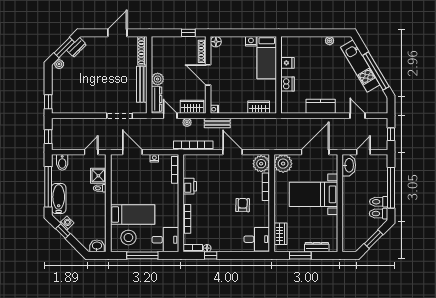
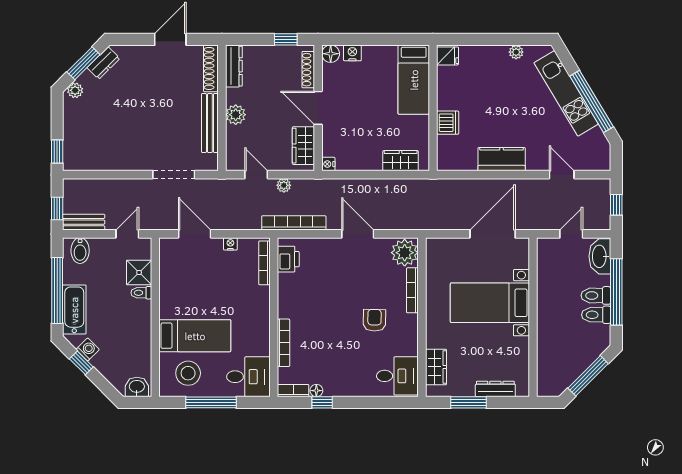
nightstand: (251, 41) -> (352, 53), moved
fridge: (287, 63) -> (448, 56), moved
dresser: (156, 99) -> (234, 66), moved
wardrobe: (192, 107) -> (303, 146), moved, turned -90
bench: (217, 123) -> (84, 222), moved
plant: (283, 164) -> (440, 253), removed
washbasin: (349, 165) -> (600, 256), moved, turned 180
printer: (190, 186) -> (288, 259), moved
toilet: (378, 214) -> (596, 295), moved
window: (374, 239) -> (588, 376), width x1.44

